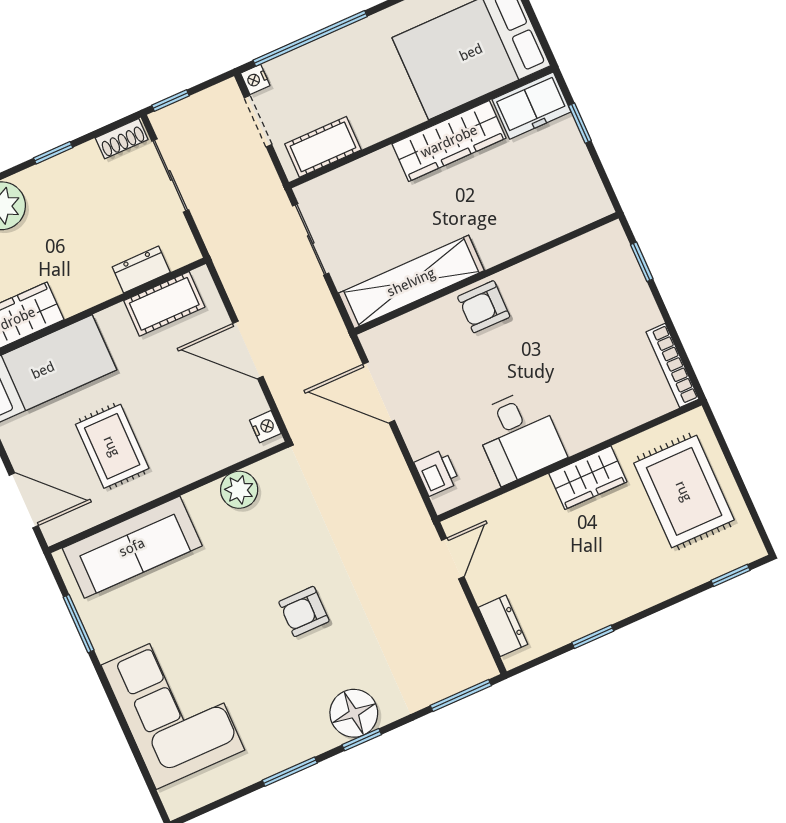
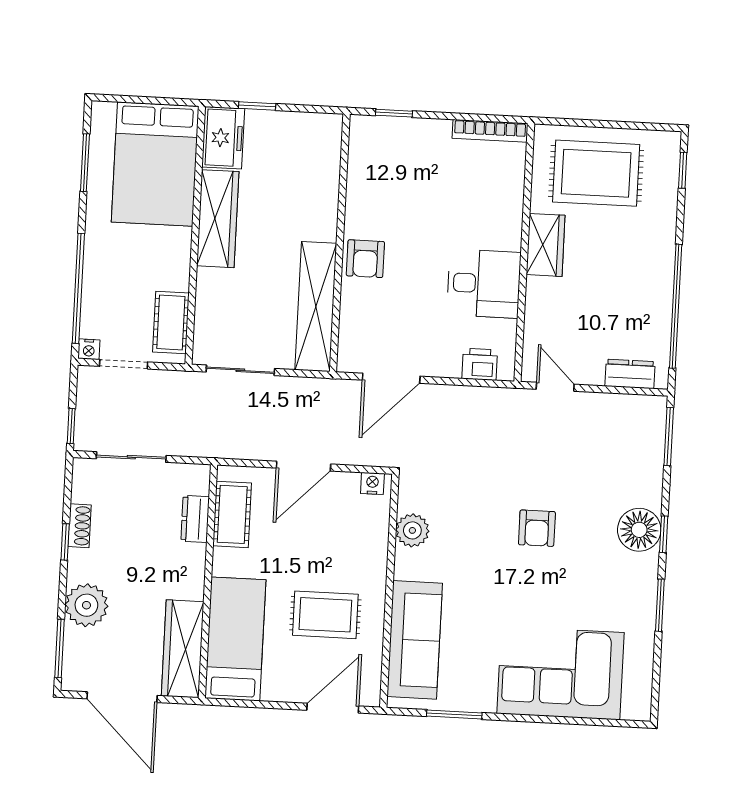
shoe rack: (122, 139) -> (79, 526), moved
window: (593, 637) -> (676, 306), width x3.17

